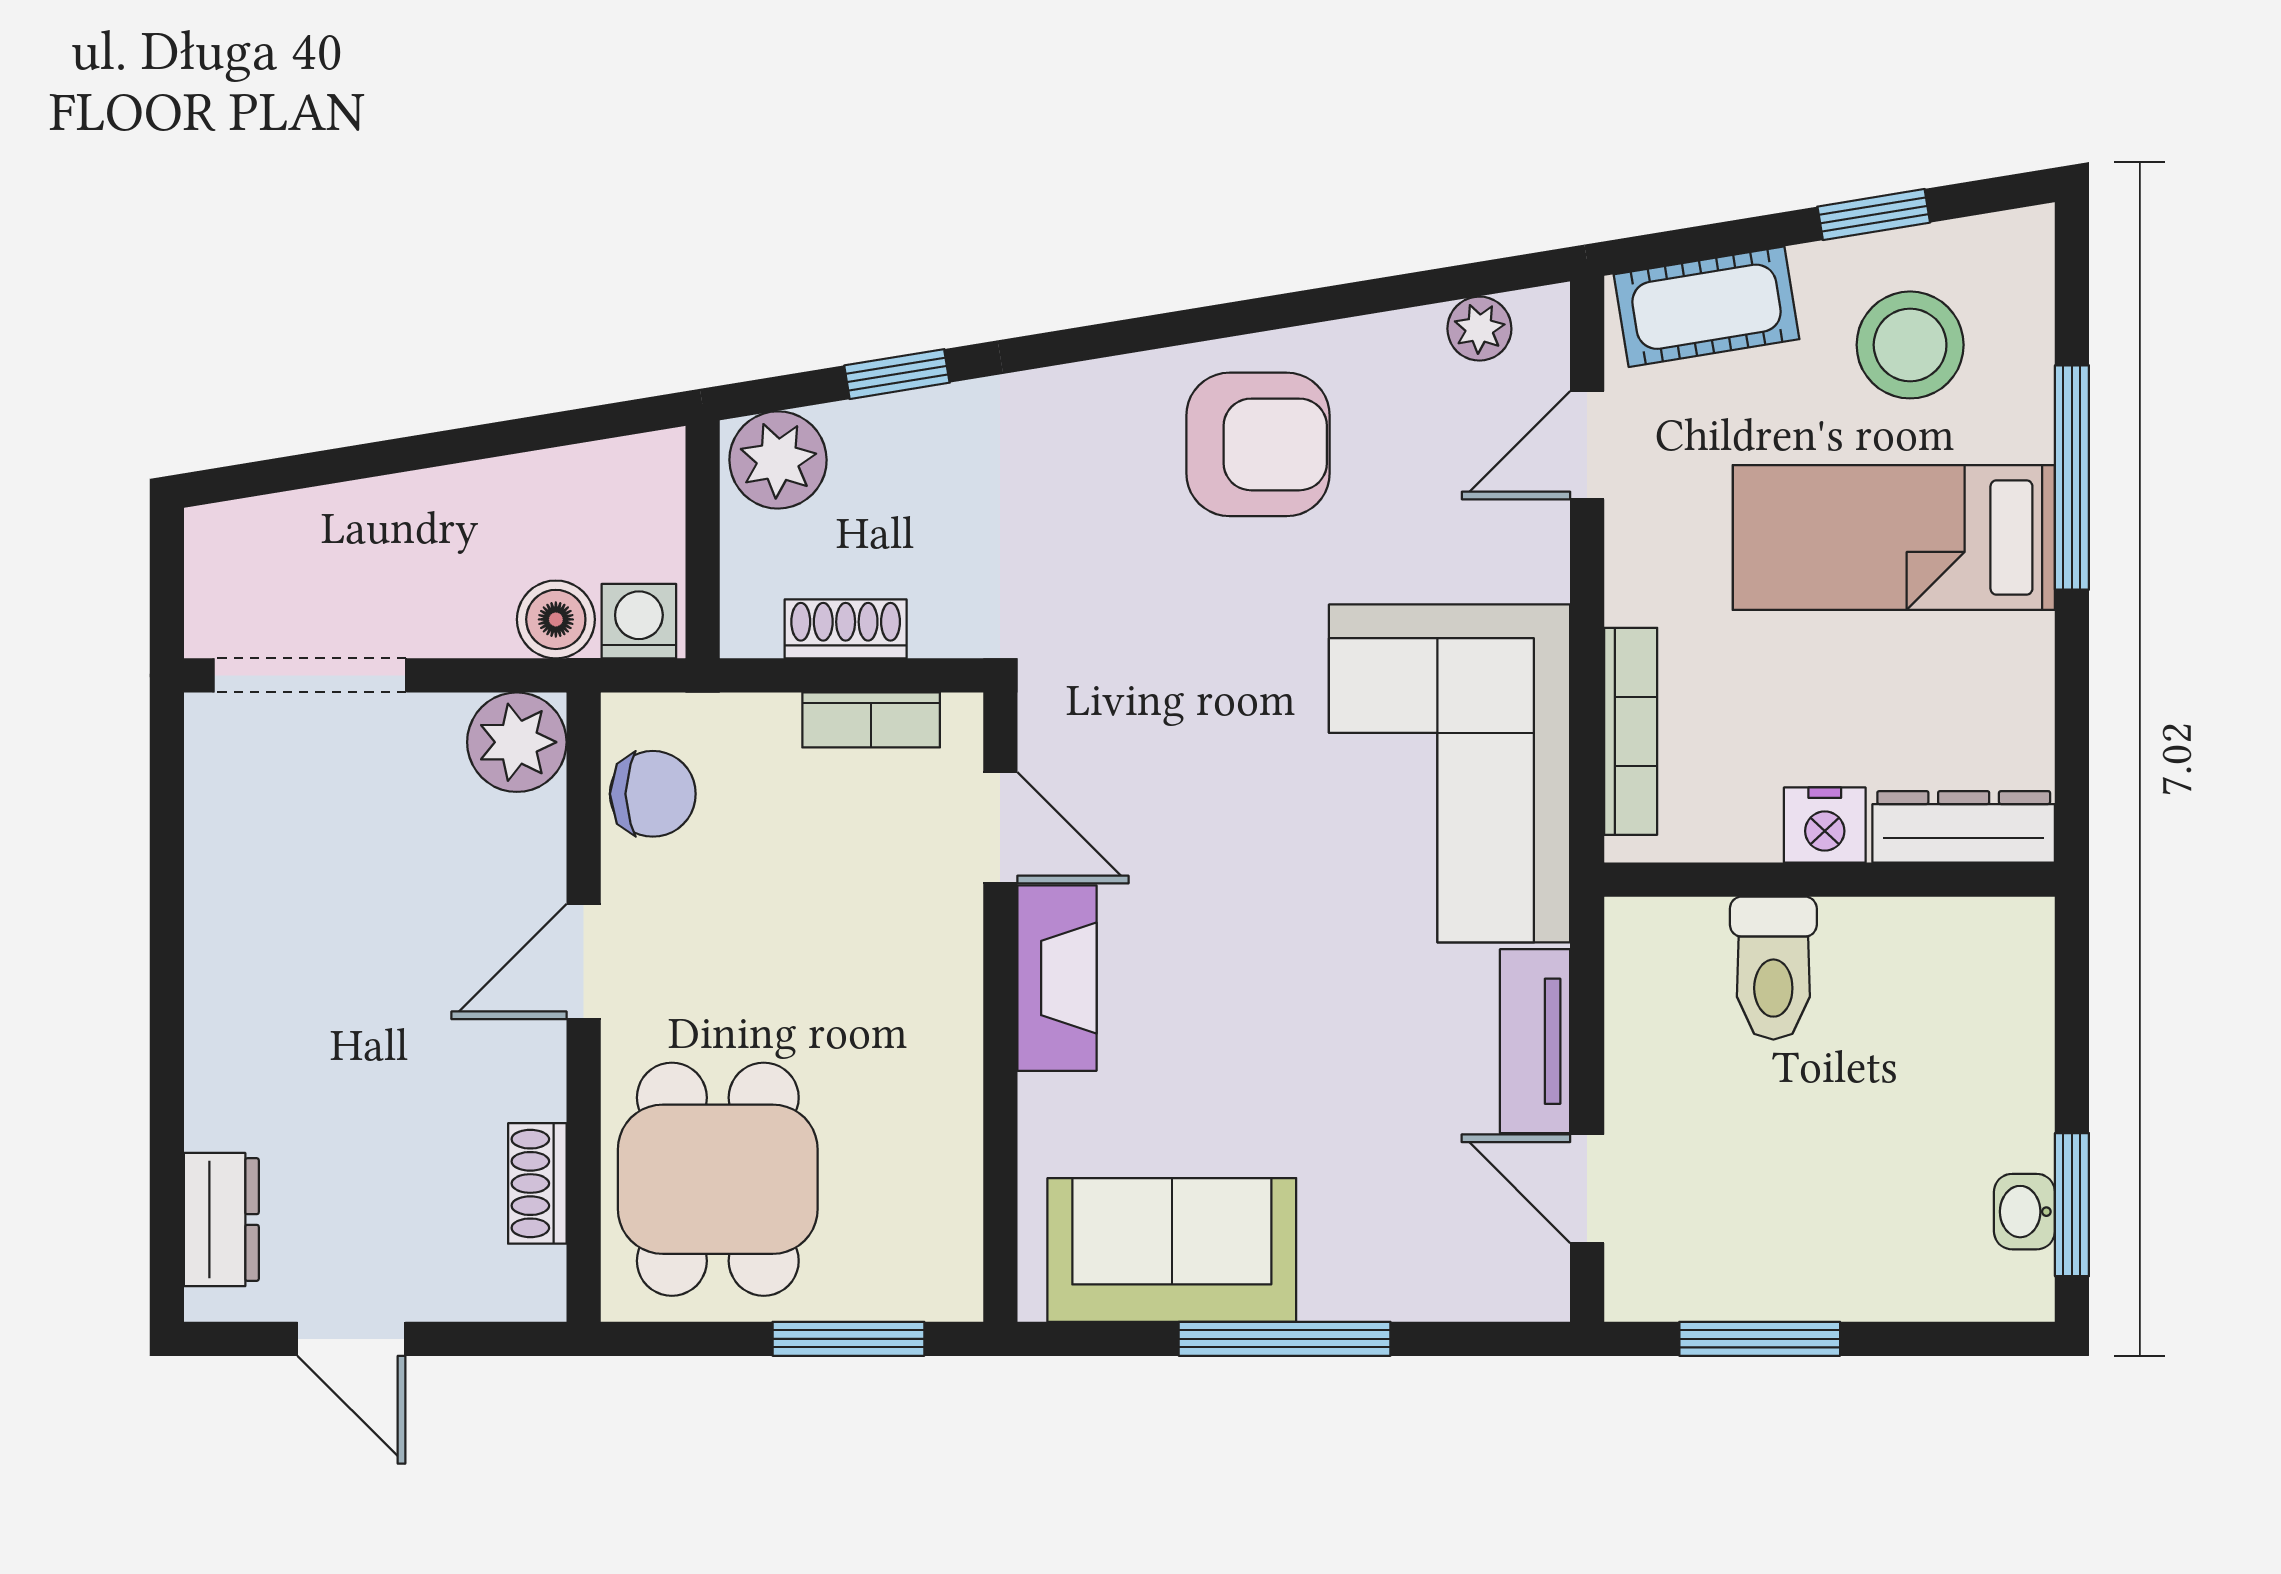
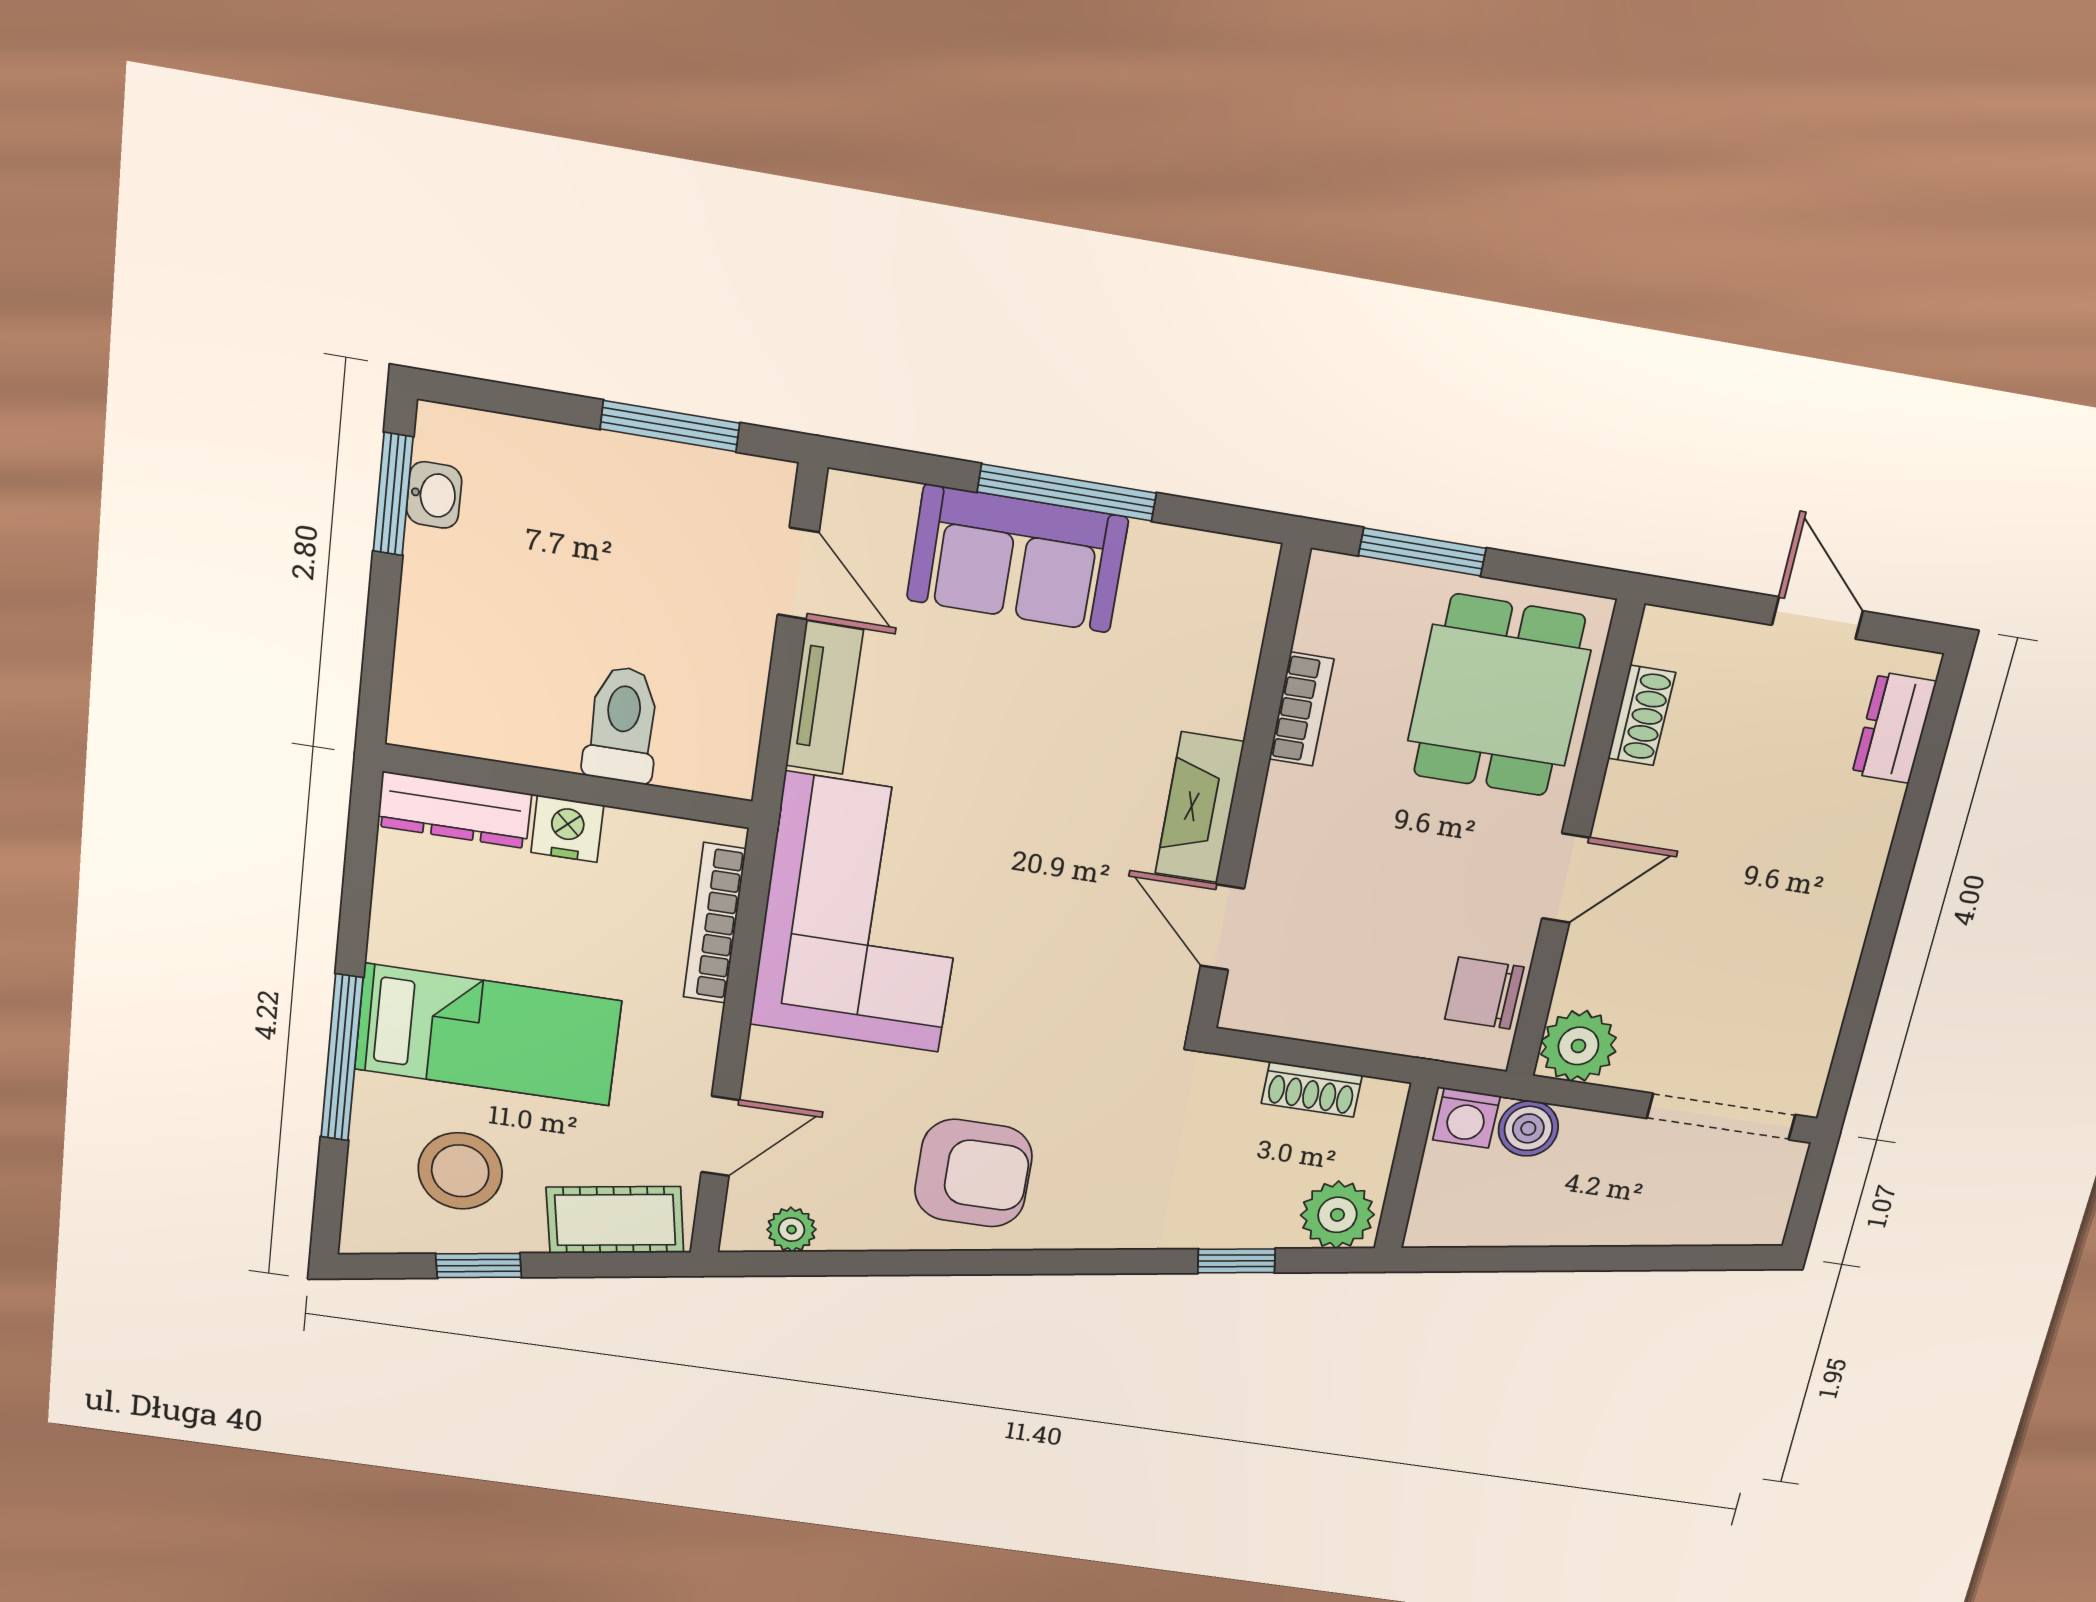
armchair: (1258, 444) -> (973, 1173), turned 180
bookcase: (871, 720) -> (1301, 709), moved, turned 90
sofa: (1172, 1250) -> (1017, 559), moved

